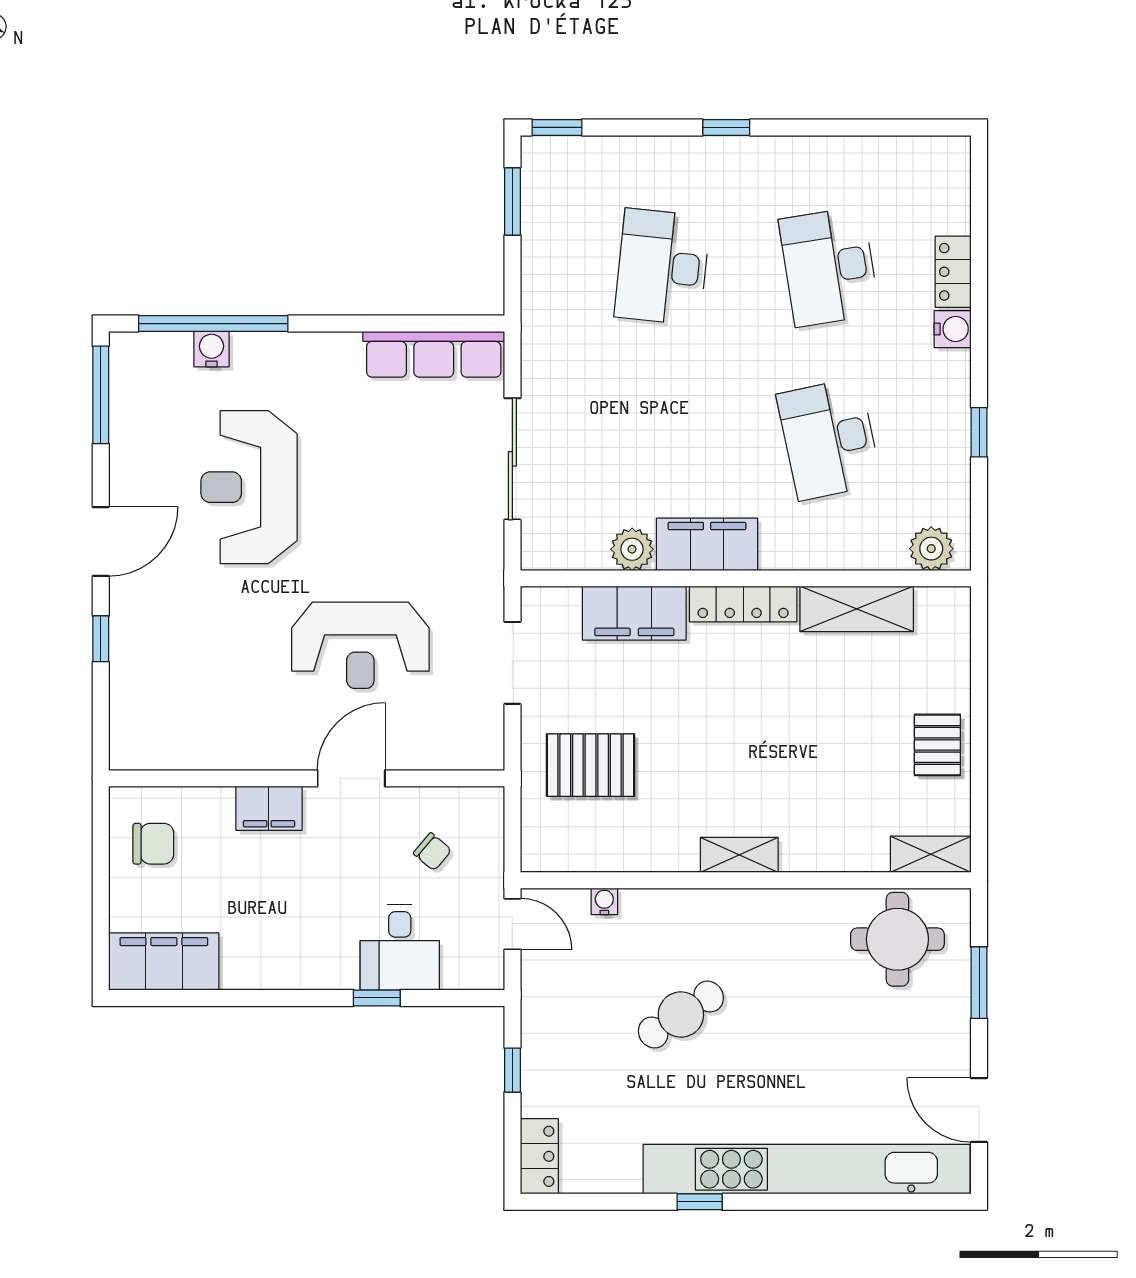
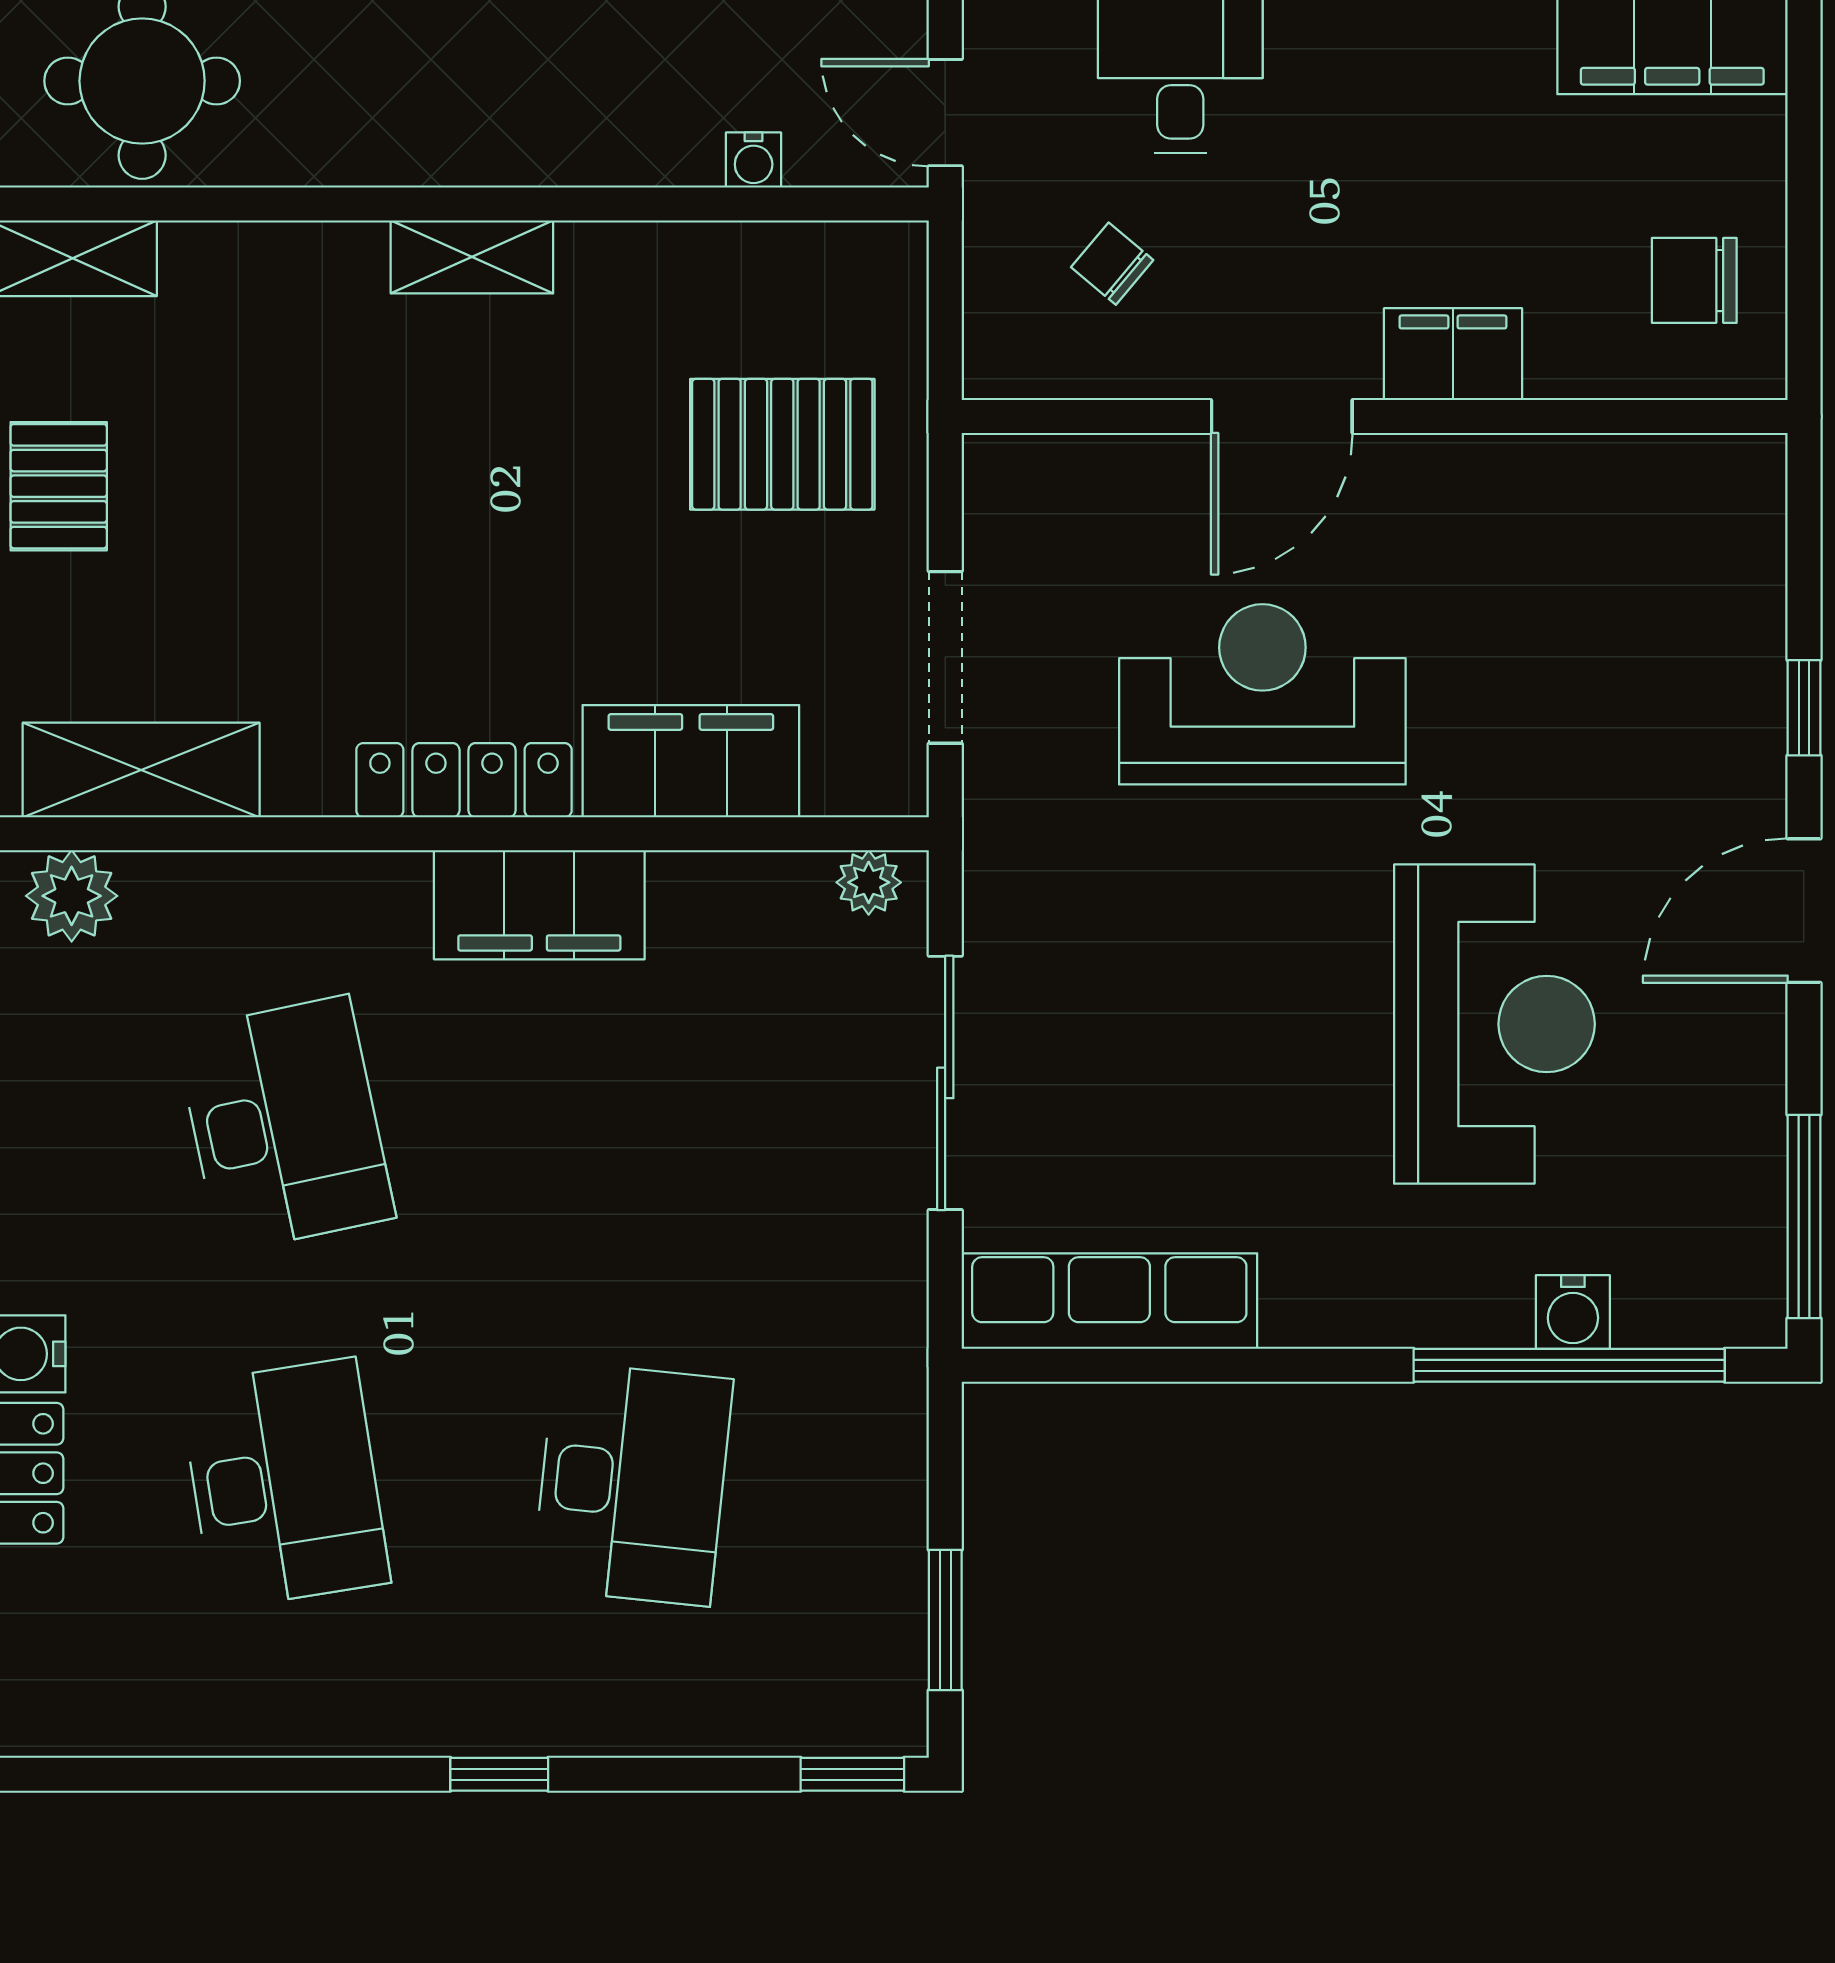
plant: (632, 549) -> (869, 882), moved, width x0.73, depth x0.73
shelving: (857, 609) -> (141, 770), moved

